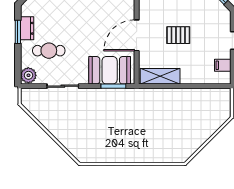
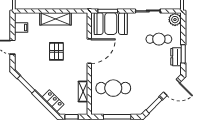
pallet: (178, 35) -> (56, 51), turned 90
shelving: (160, 76) -> (56, 19), moved

